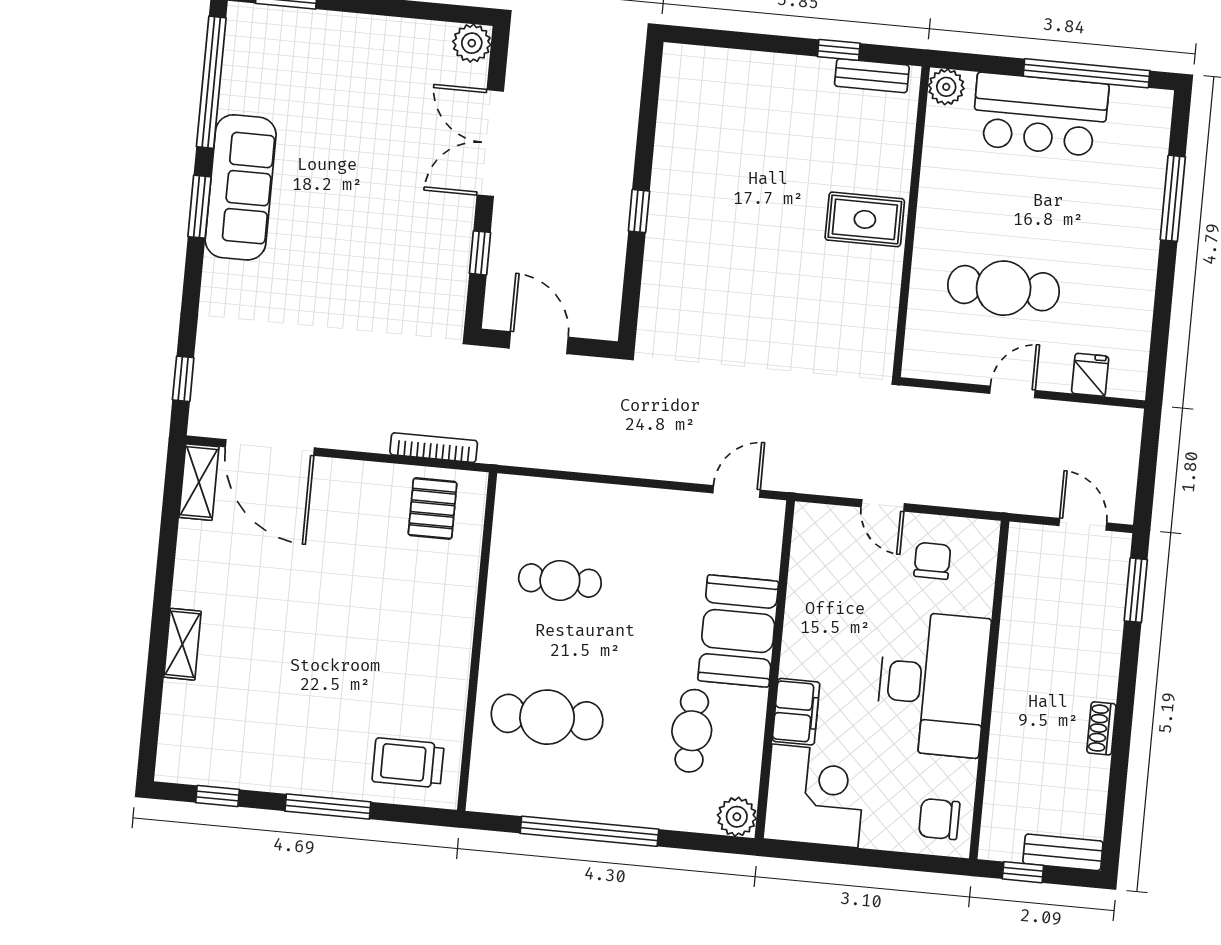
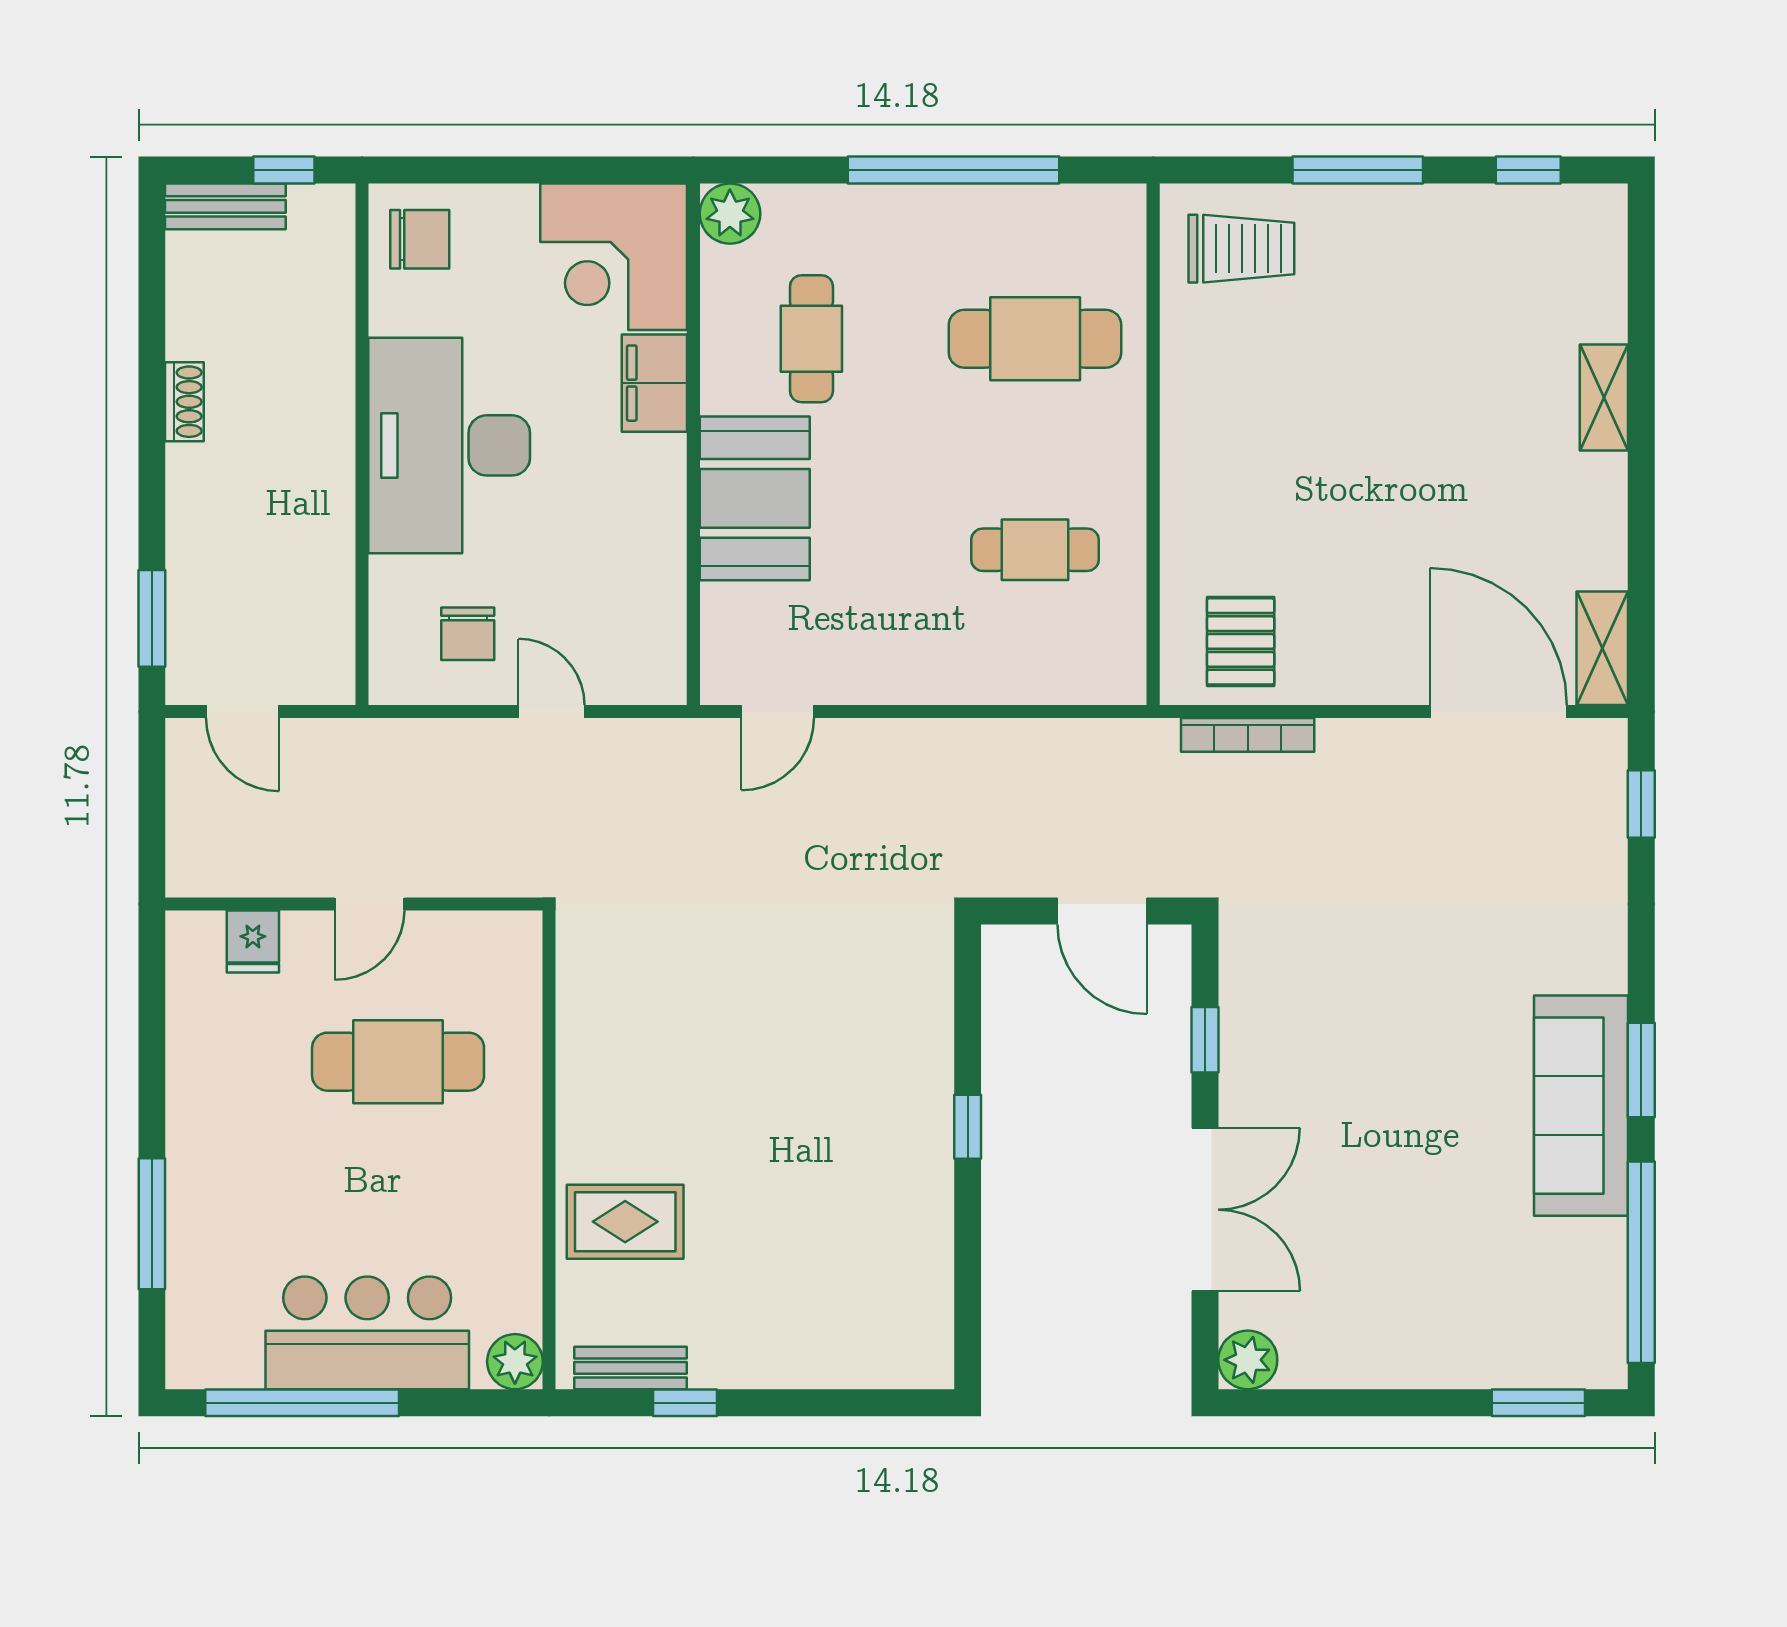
rug: (865, 219) -> (625, 1222), moved

